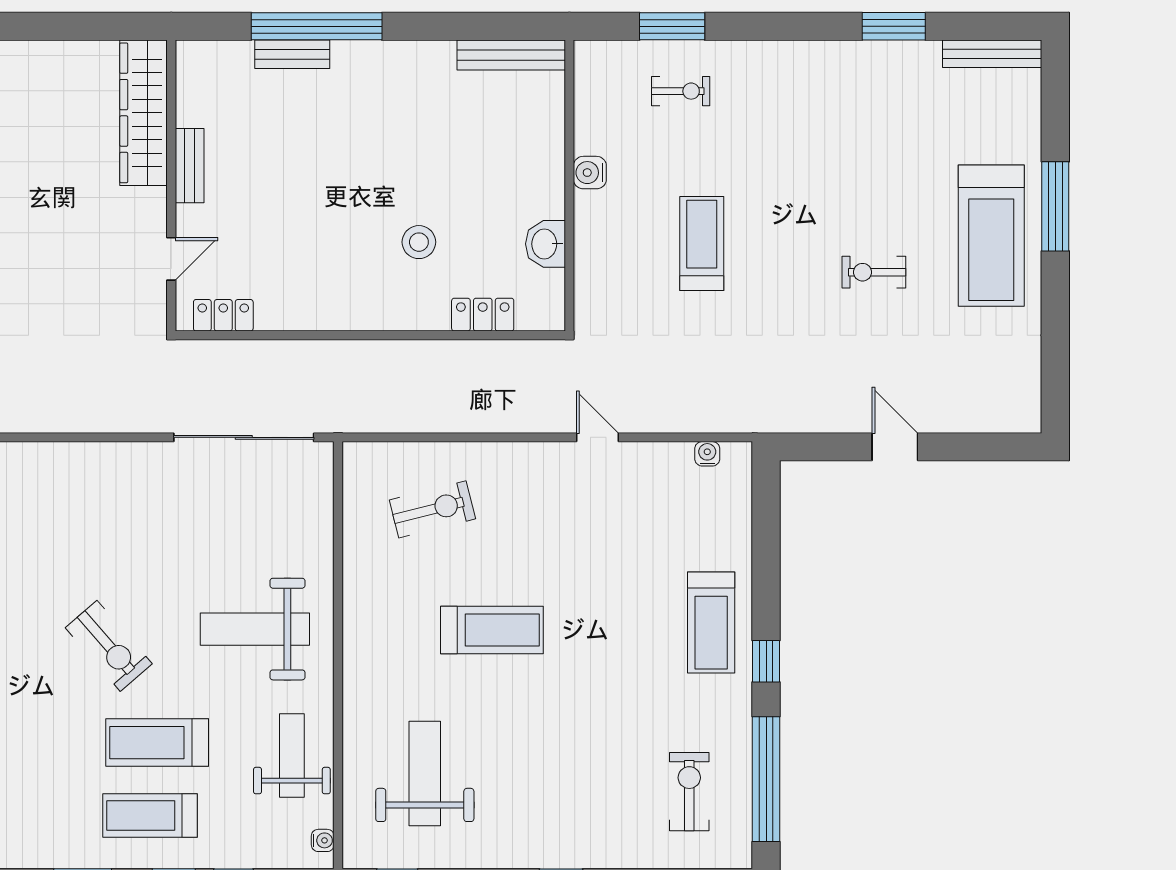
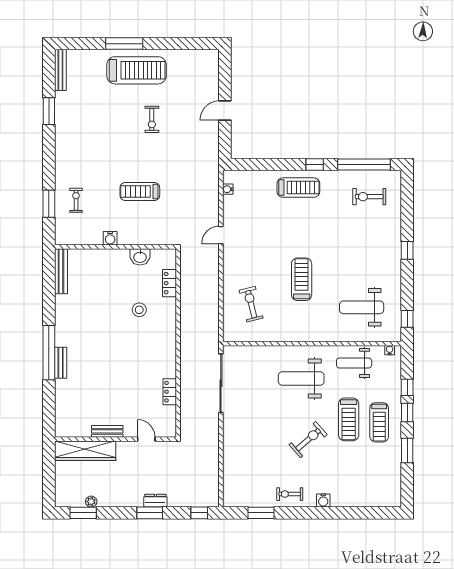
wardrobe: (144, 113) -> (85, 451), moved
bench: (190, 166) -> (107, 431), moved
wall: (171, 186) -> (116, 439), moved
door: (171, 259) -> (146, 439), moved
weight bench: (255, 629) -> (301, 379), turned 90

